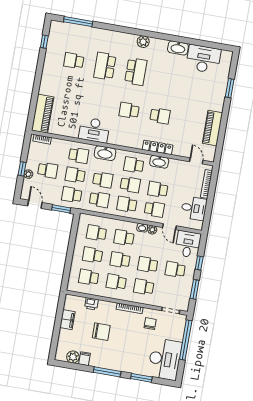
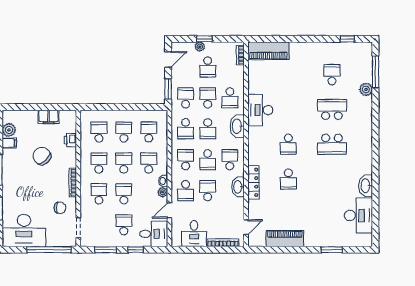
plant: (143, 42) -> (366, 89), moved
school desk: (129, 110) -> (288, 144), turned 180
chair: (101, 332) -> (42, 156), turned 136

